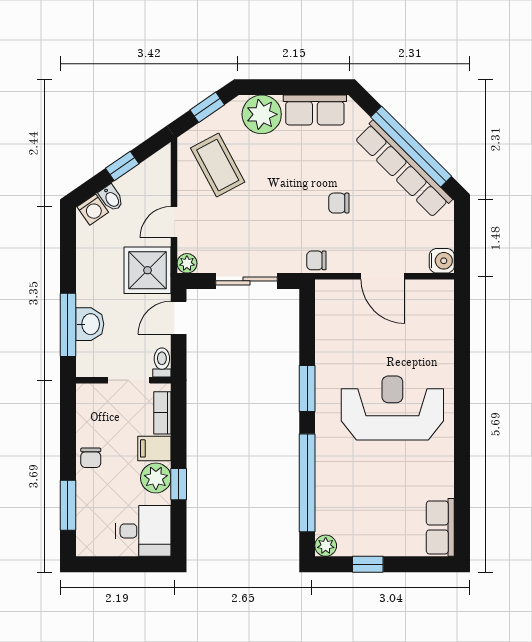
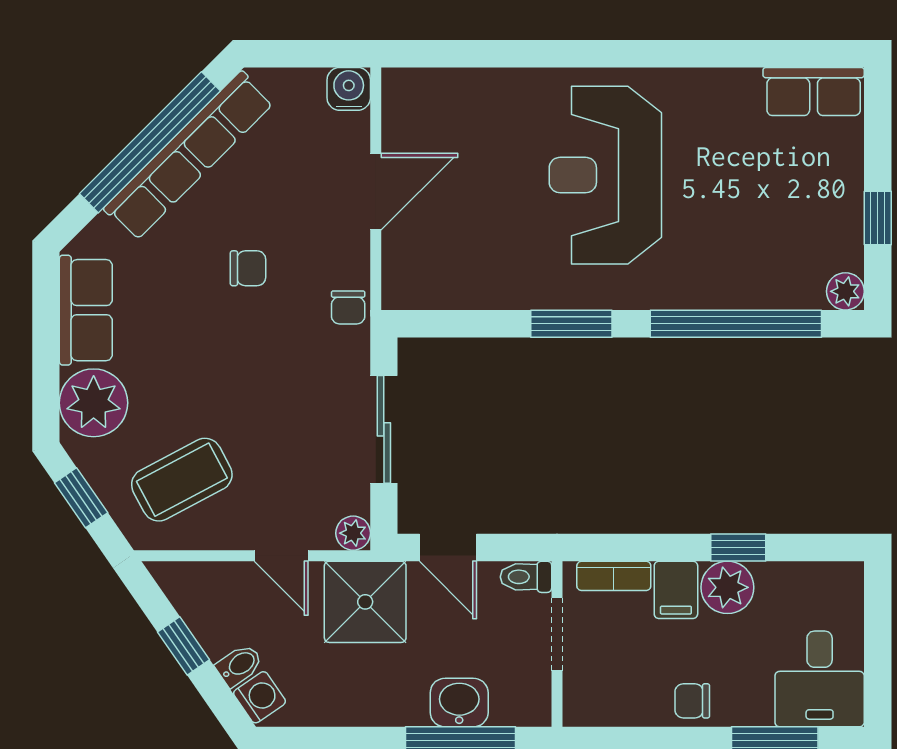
chair: (339, 203) -> (248, 268), turned -90
chair: (91, 458) -> (692, 701), turned 180
desk: (143, 531) -> (820, 679), moved, turned 180

